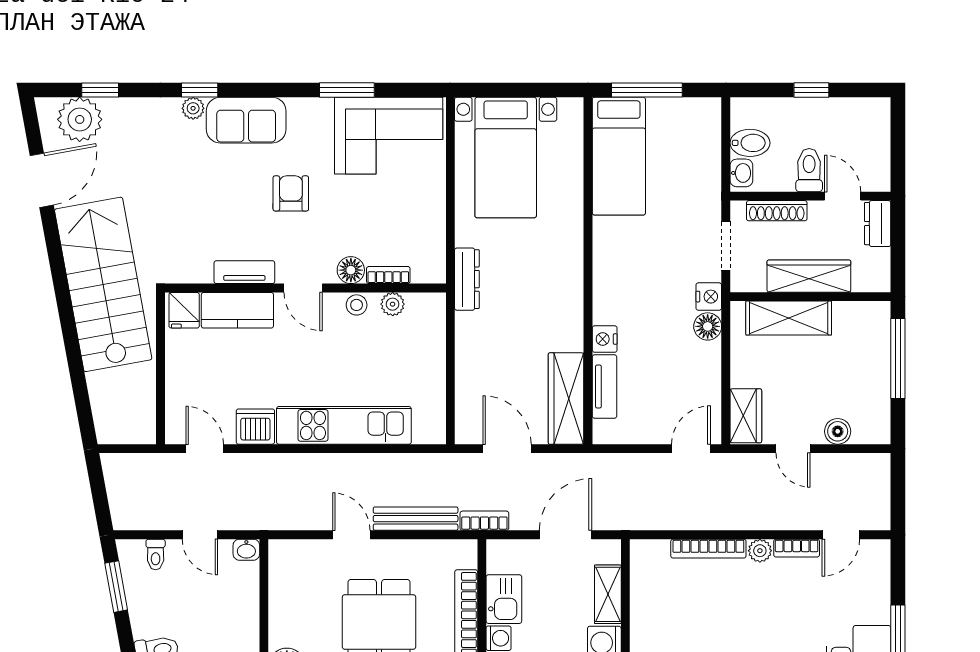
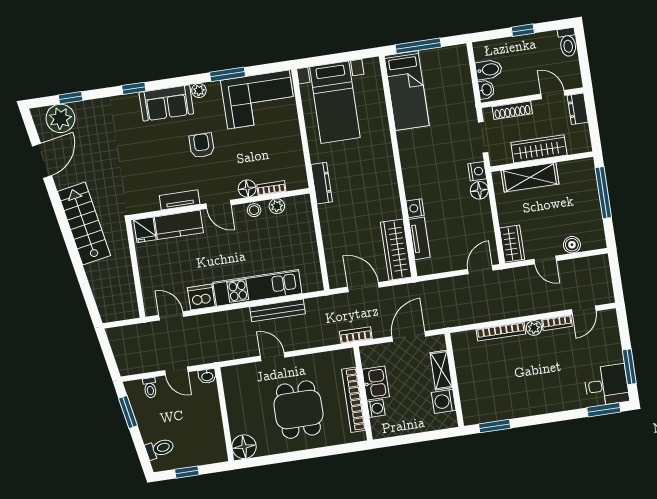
plant: (193, 108) -> (199, 90), moved
toilet: (809, 170) -> (568, 42), moved, turned 180
stairs: (103, 284) -> (84, 223), width x0.73, depth x0.66
bench: (416, 519) -> (278, 310), moved

